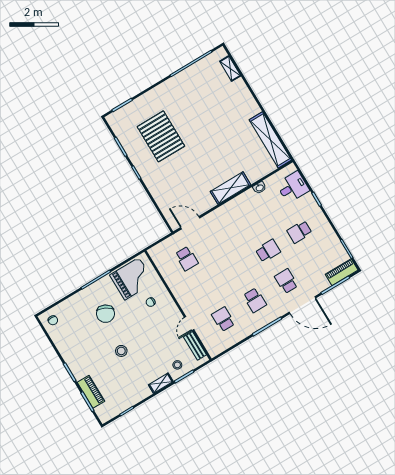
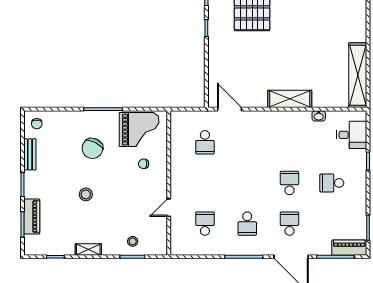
school desk: (268, 251) -> (289, 183), turned -90
bench: (195, 346) -> (30, 154), moved
shelving: (161, 383) -> (88, 250), moved

